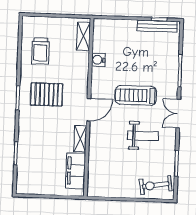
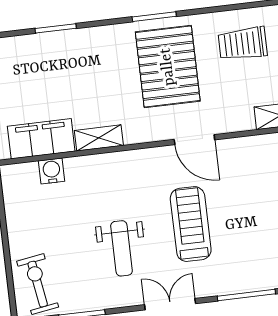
water cooler: (98, 60) -> (52, 171), moved
pallet: (47, 94) -> (168, 67), width x1.37, depth x1.41
door: (89, 110) -> (194, 140), moved

